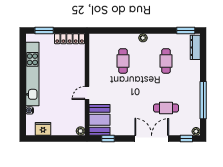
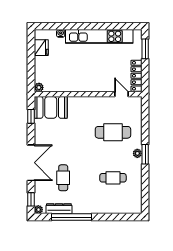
window: (186, 31) -> (145, 154), moved
dresser: (195, 47) -> (59, 209), moved
cafe table: (123, 61) -> (113, 132), width x1.37, depth x1.35
door: (87, 93) -> (121, 94), moved

